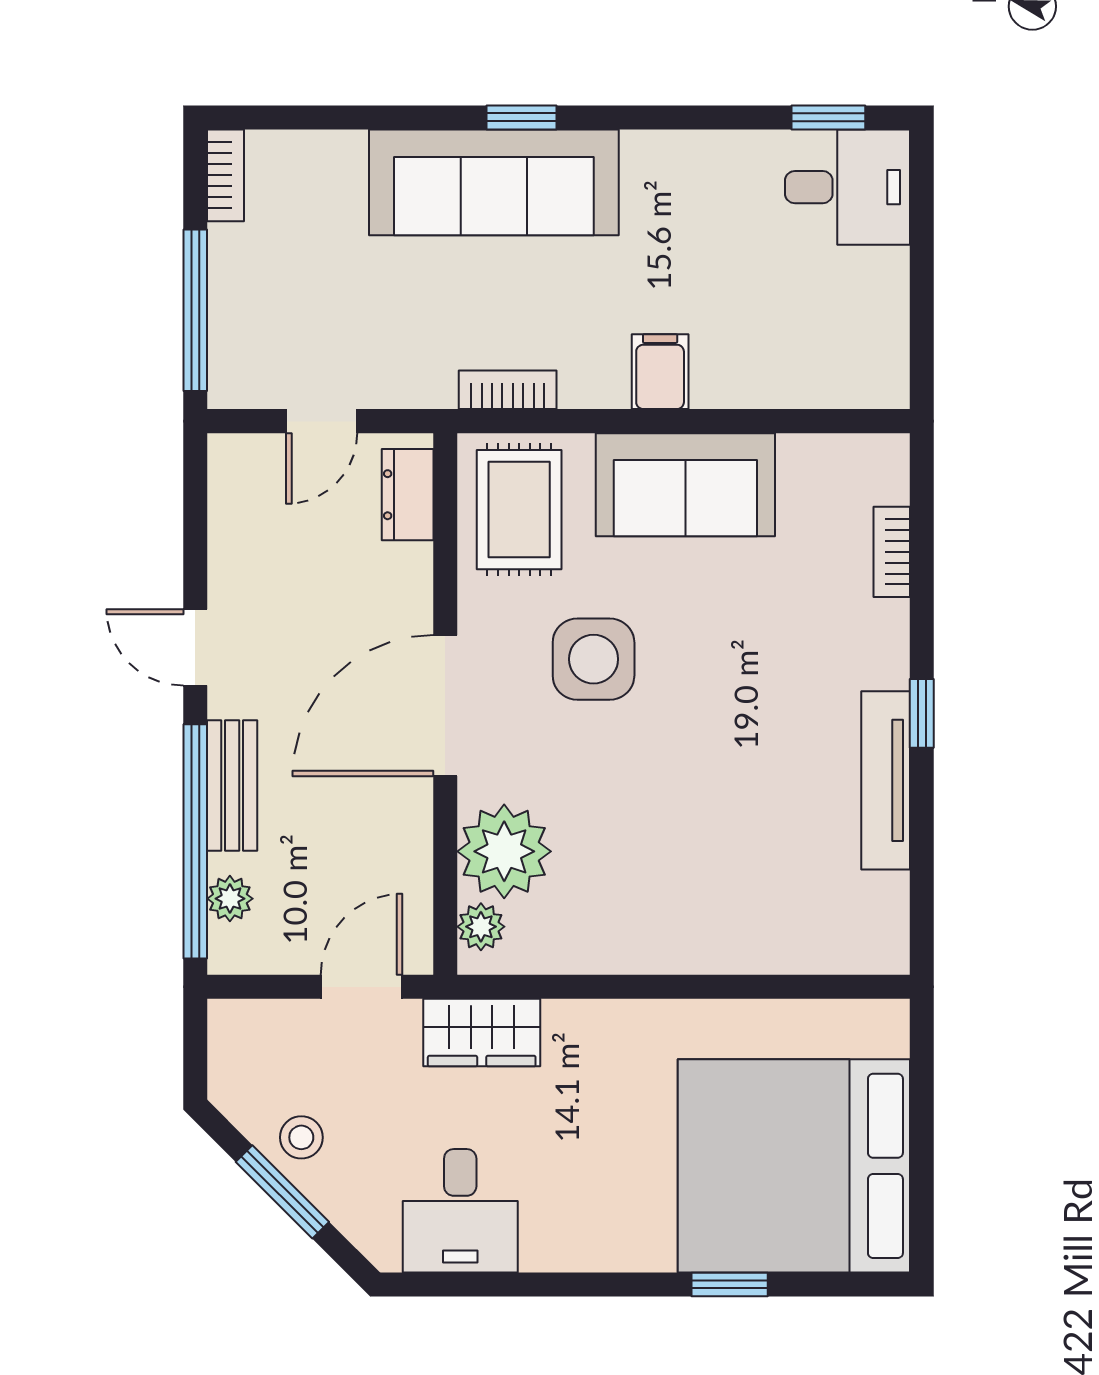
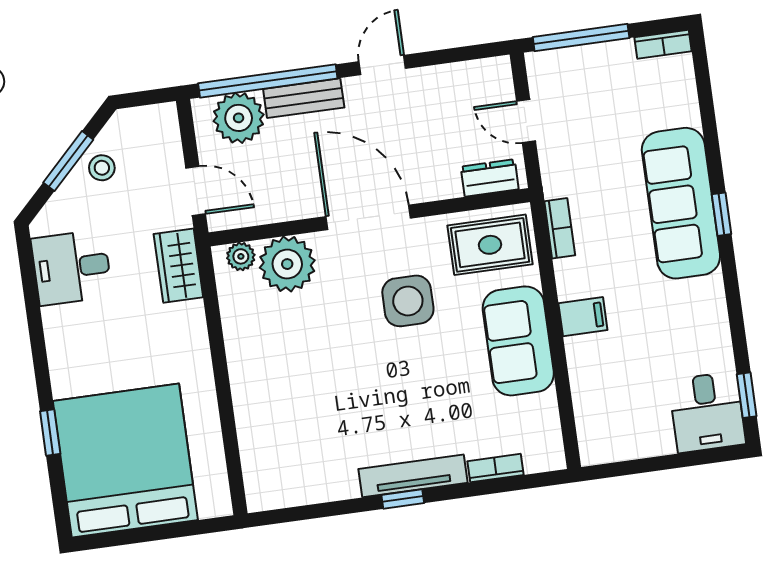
tv unit: (886, 780) -> (413, 476), moved
plant: (230, 899) -> (239, 118), width x1.88, depth x1.88

